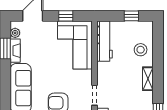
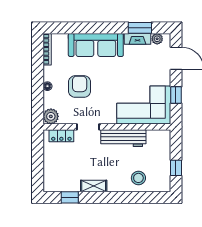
workbench: (105, 41) -> (123, 138), moved
shelving: (148, 79) -> (94, 186), moved

